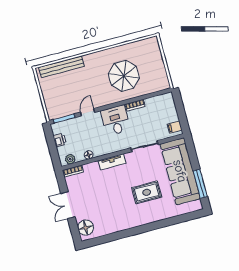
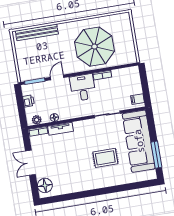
parasol: (124, 76) -> (94, 47), width x1.36, depth x1.36
tv unit: (112, 162) -> (60, 129), moved

